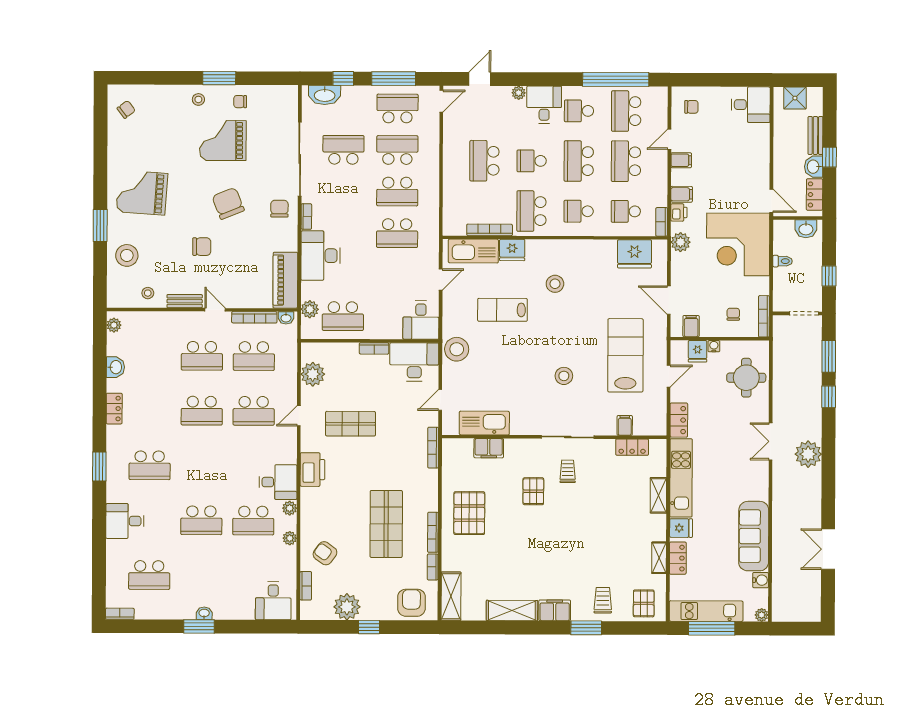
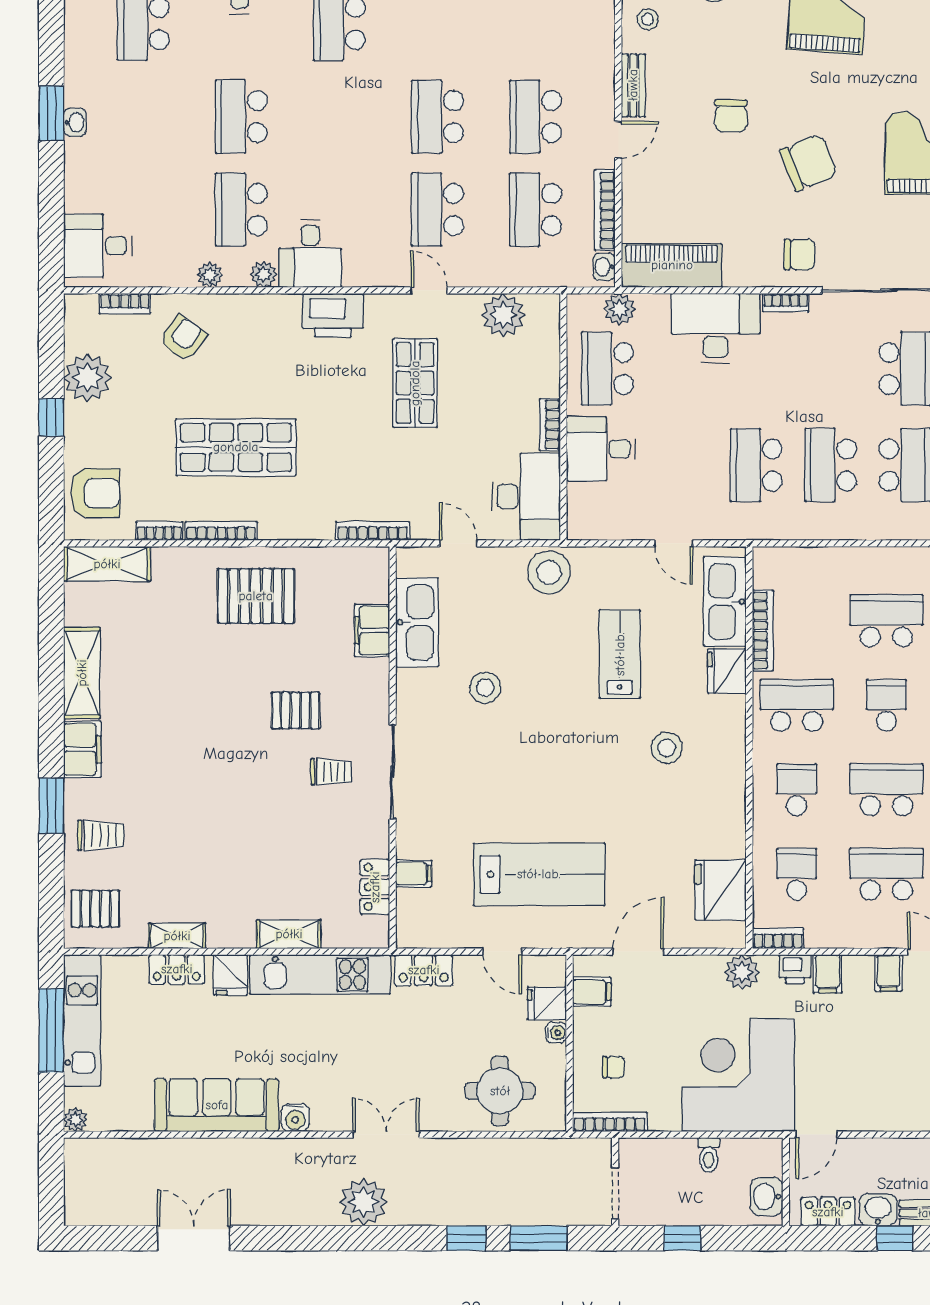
desk: (421, 320) -> (601, 449), moved
stool: (564, 376) -> (485, 688), moved
water cooler: (761, 580) -> (295, 1118), moved

